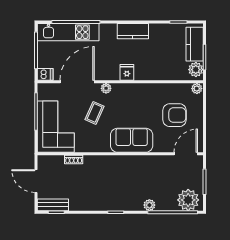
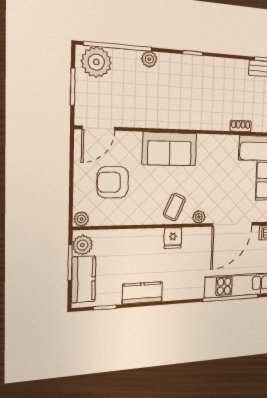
kitchen counter: (133, 31) -> (142, 293), moved
coffee table: (95, 113) -> (174, 207), moved

